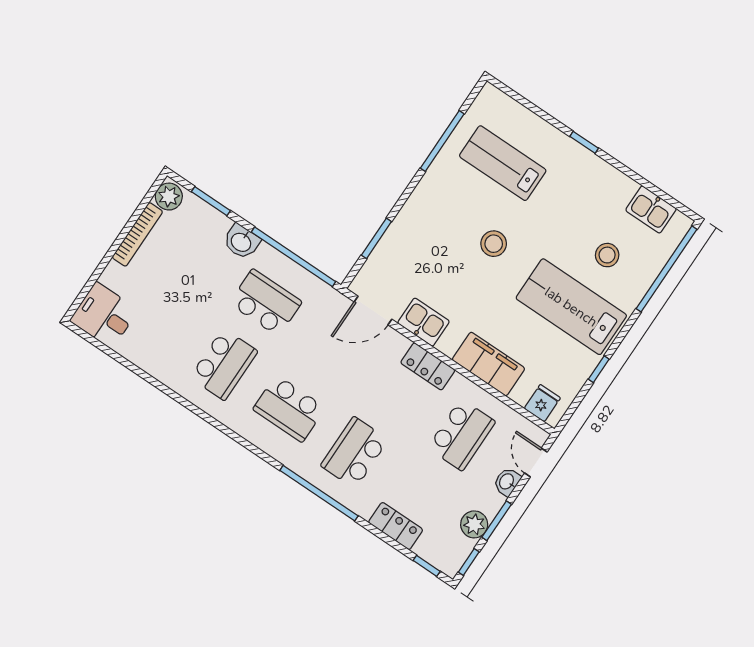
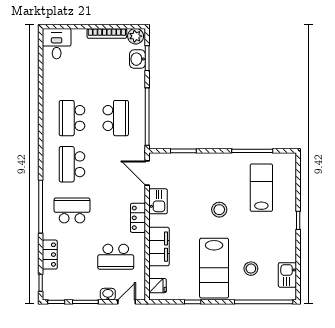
washbasin: (241, 242) -> (137, 59), moved
lab bench: (571, 307) -> (214, 268), turned 180
school desk: (224, 364) -> (72, 118), turned 90
plant: (474, 524) -> (76, 292), removed

